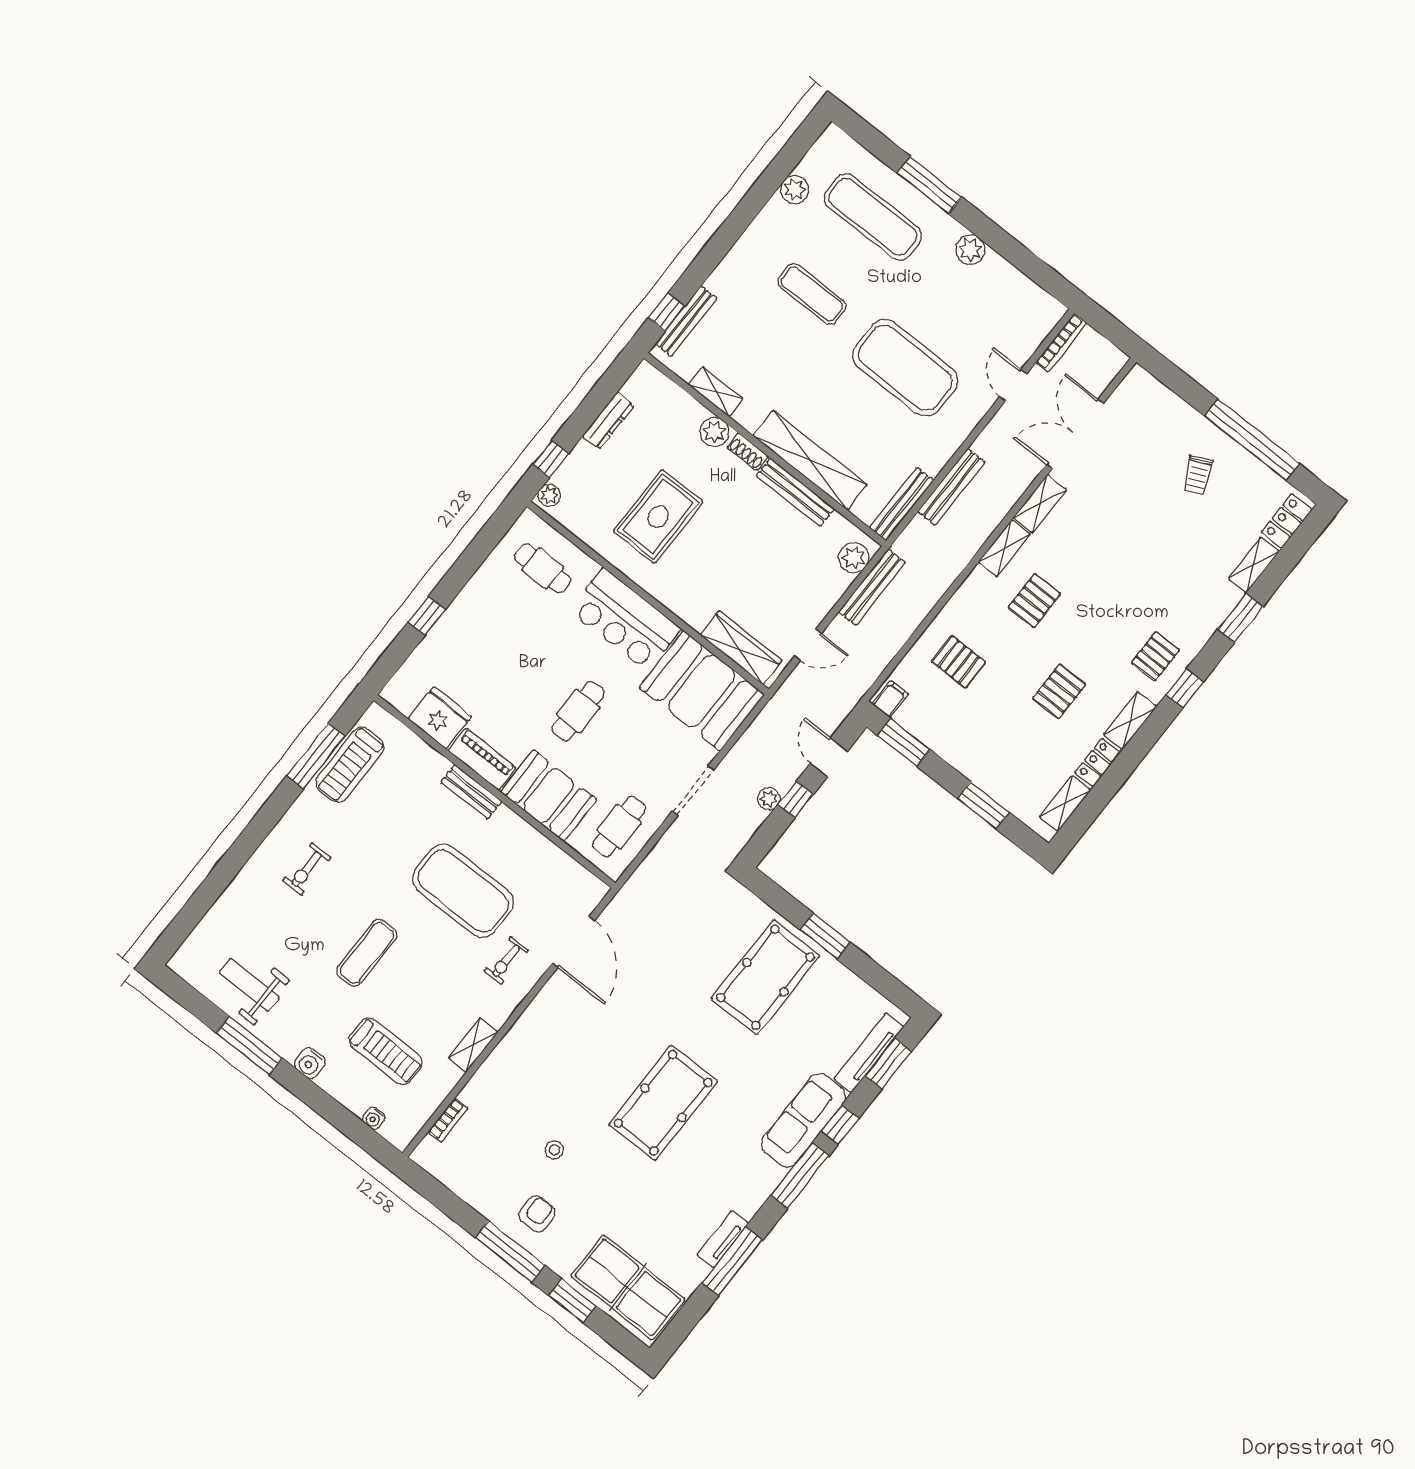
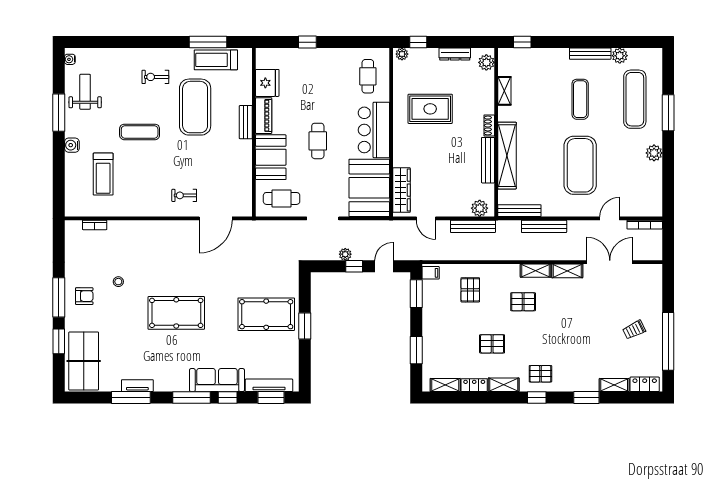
bench: (686, 321) -> (590, 54), moved
plant: (714, 432) -> (486, 62), moved
cafe table: (578, 711) -> (318, 141), turned 90
exercise mat: (463, 891) -> (195, 107), moved
shelving: (473, 1045) -> (136, 210), removed
water cooler: (374, 1118) -> (70, 59), moved

